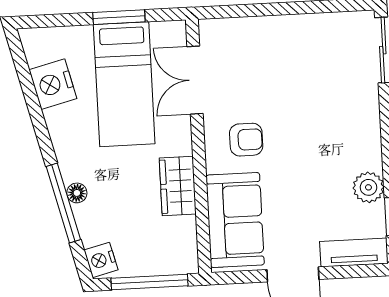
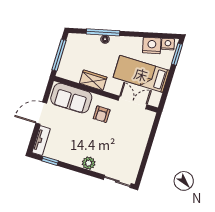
window: (119, 17) -> (177, 54), moved
plant: (368, 187) -> (89, 163), moved
nightstand: (101, 260) -> (168, 44), moved

